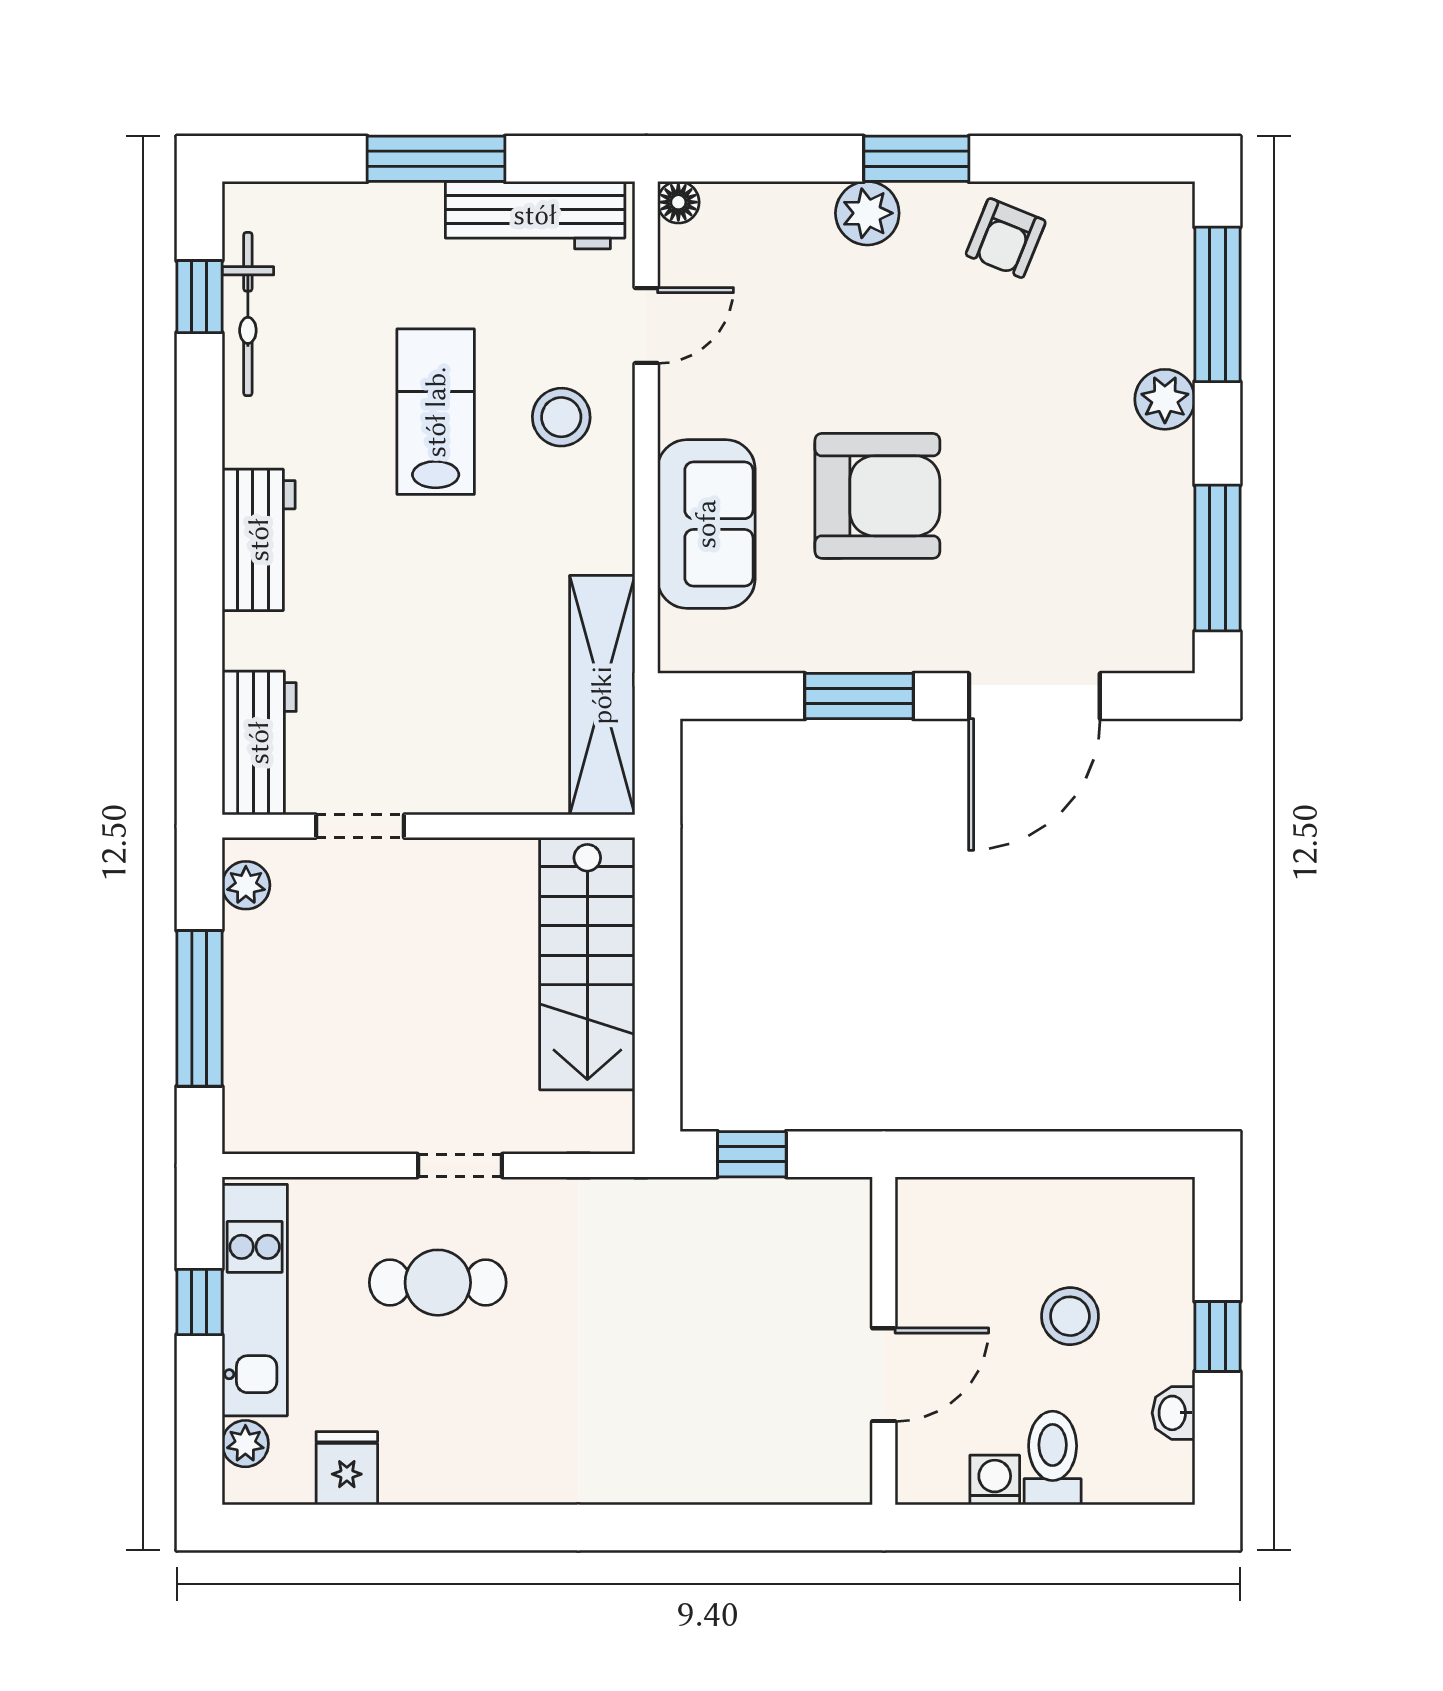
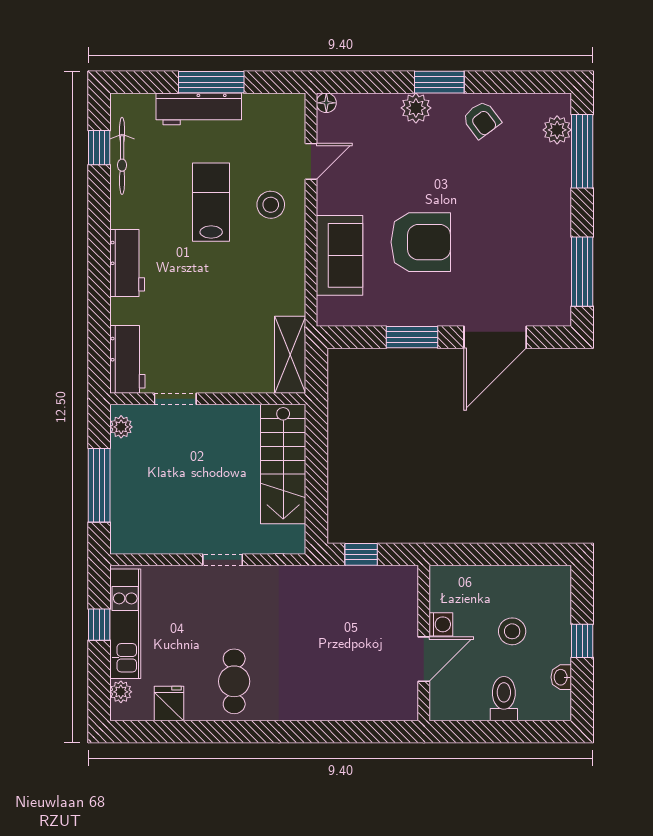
workbench: (535, 215) -> (199, 109), moved
armchair: (1006, 238) -> (482, 120), turned -59
plant: (1165, 399) -> (557, 130), moved
shelving: (602, 695) -> (290, 355), width x0.68
cafe table: (438, 1283) -> (234, 681), moved, turned 90
washing machine: (995, 1480) -> (441, 624), moved, turned 90

